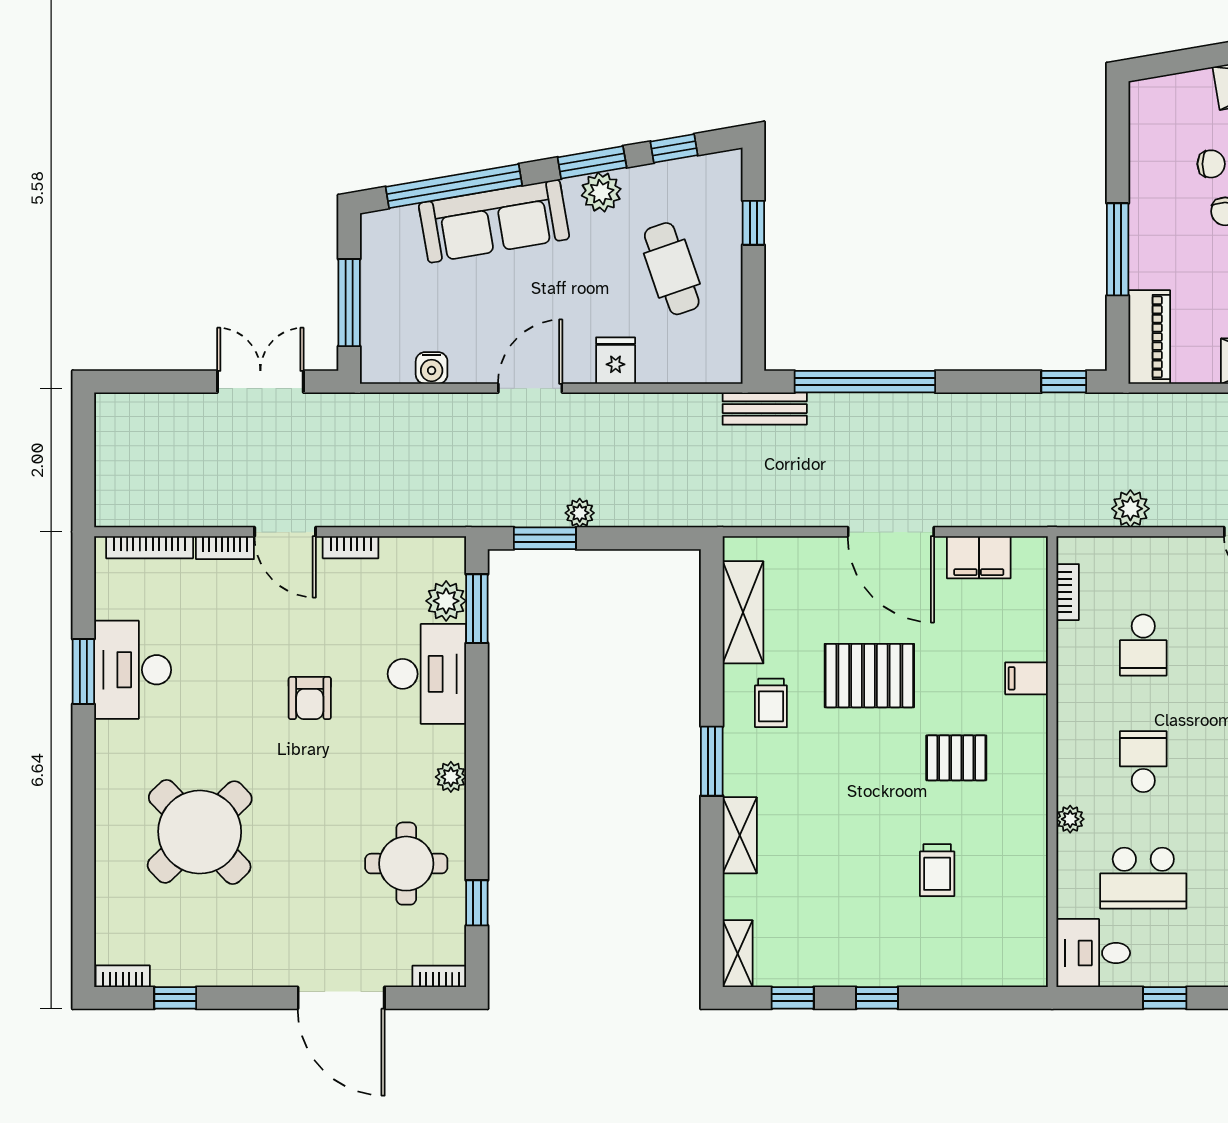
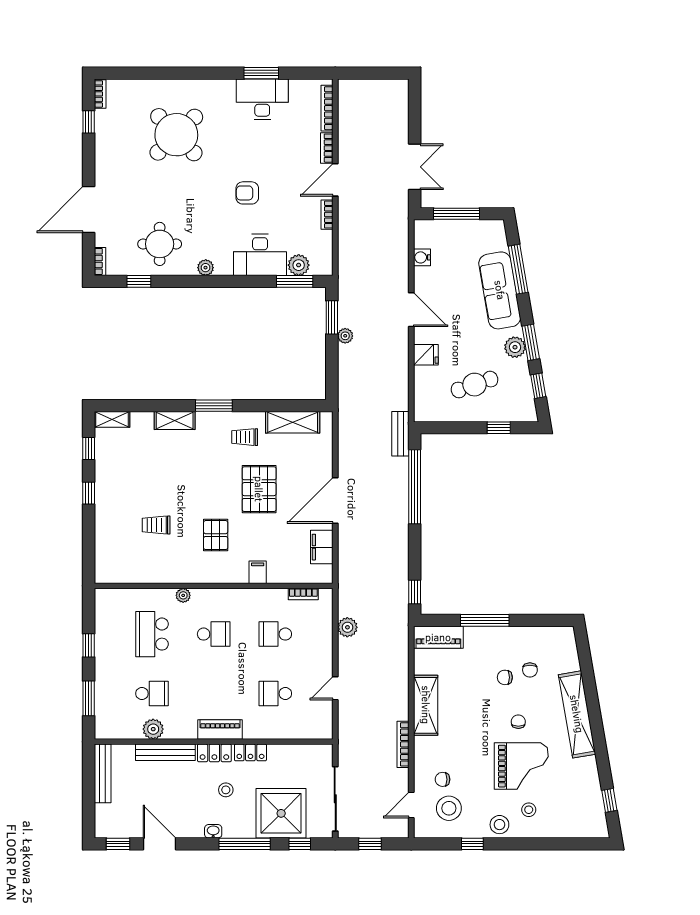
window: (454, 186) -> (518, 269), width x0.68
desk: (1093, 953) -> (112, 608), removed

